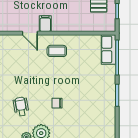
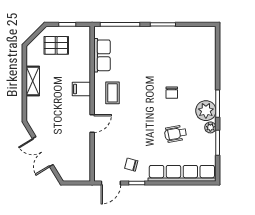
filing cabinet: (45, 24) -> (81, 89), moved
row of seats: (109, 49) -> (102, 55), moved, turned -90

